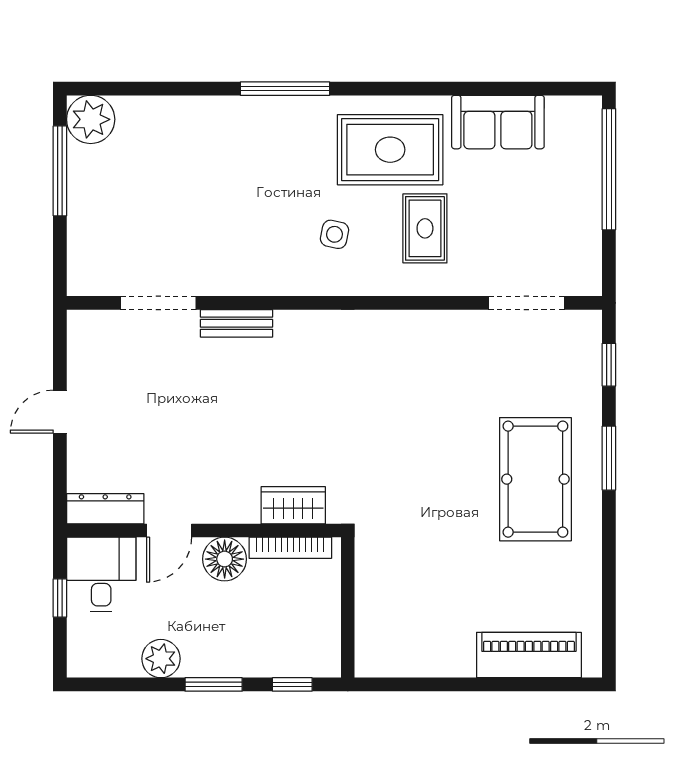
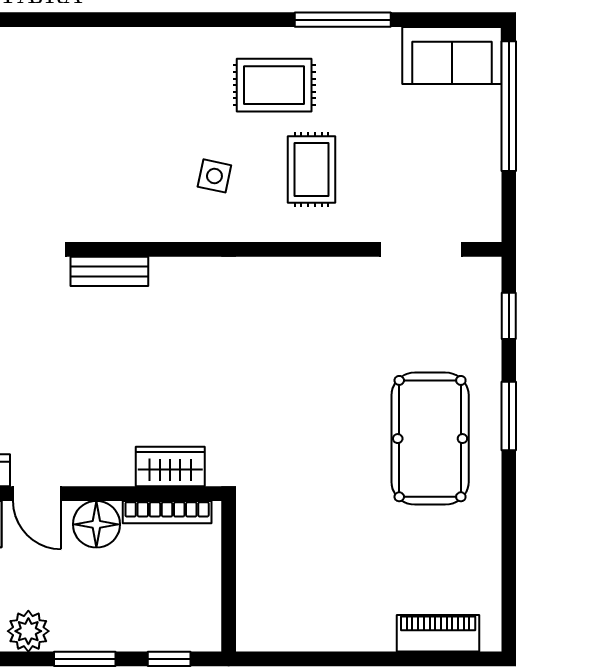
window: (285, 89) -> (343, 20), moved
sofa: (498, 122) -> (452, 55), moved
rug: (390, 150) -> (274, 85), width x0.73, depth x0.70
door: (169, 530) -> (37, 494), hinge flipped
piano: (529, 655) -> (438, 633), width x0.73, depth x0.75

